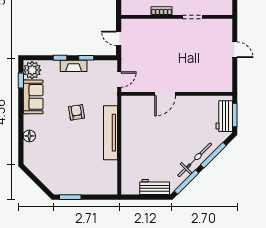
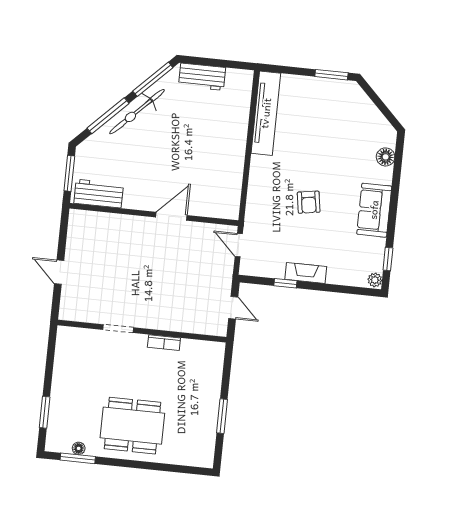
window: (60, 58) -> (325, 287), removed
plant: (32, 70) -> (375, 280), width x0.53, depth x0.53
door: (119, 80) -> (239, 245), hinge flipped
sofa: (33, 97) -> (374, 210), moved
workbench: (224, 116) -> (99, 194), moved, turned -90
tv unit: (110, 133) -> (266, 113), moved
floor lamp: (29, 136) -> (386, 157), moved

